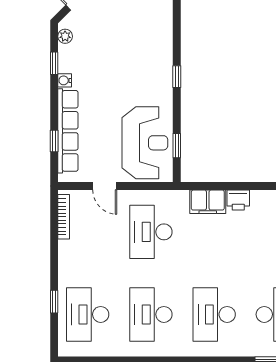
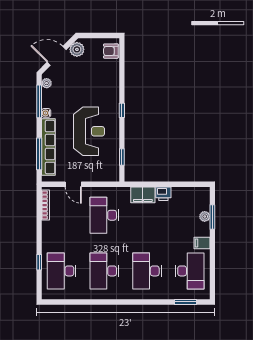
window: (54, 63) -> (39, 101), width x2.17
window: (54, 141) -> (39, 154), width x2.17
reception desk: (145, 143) -> (89, 131), moved

